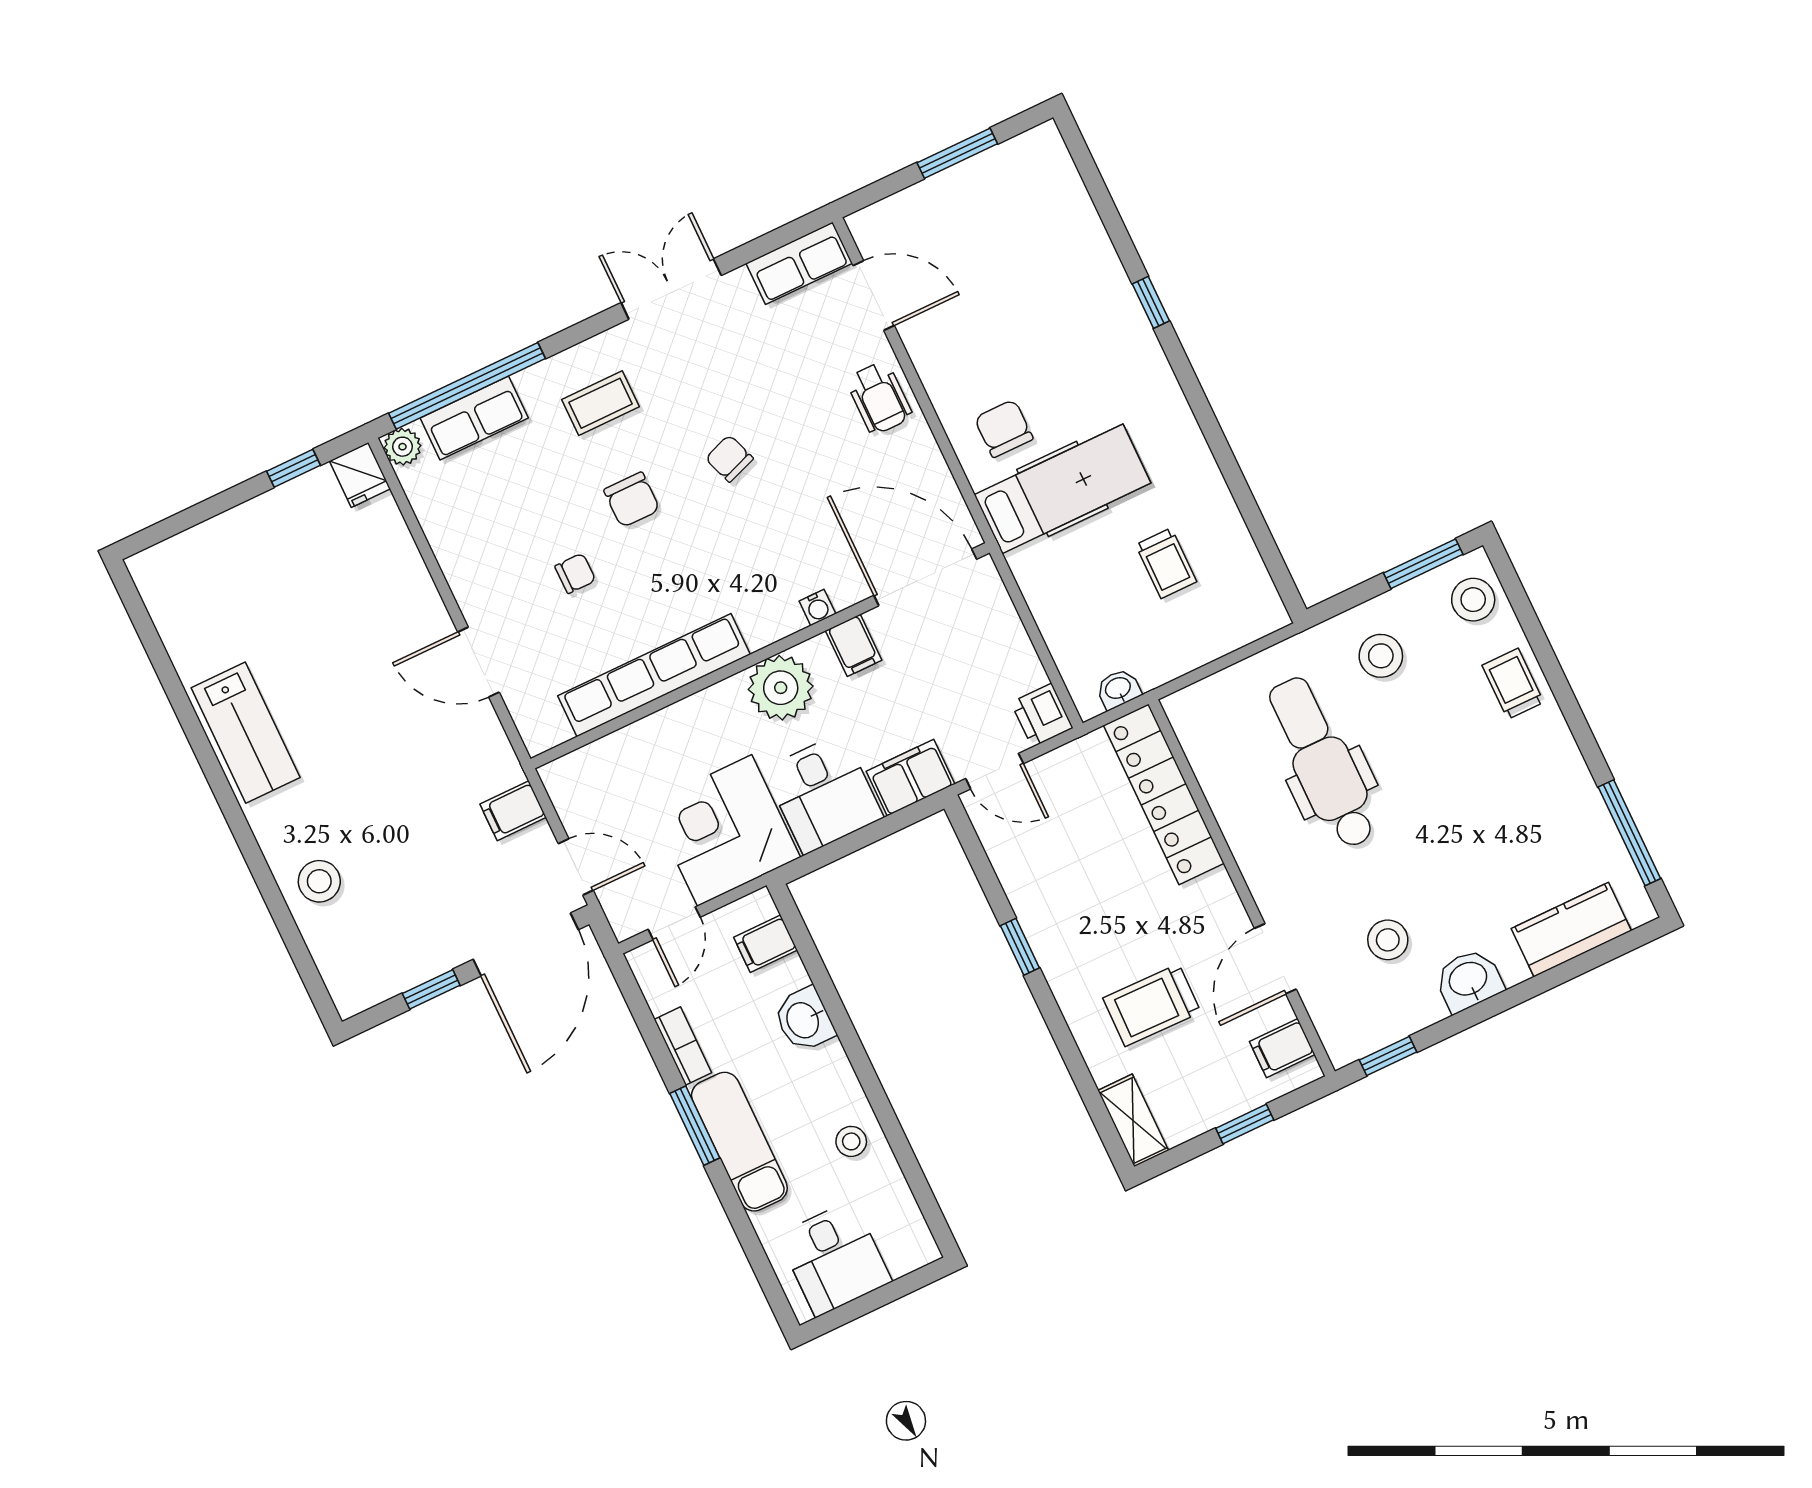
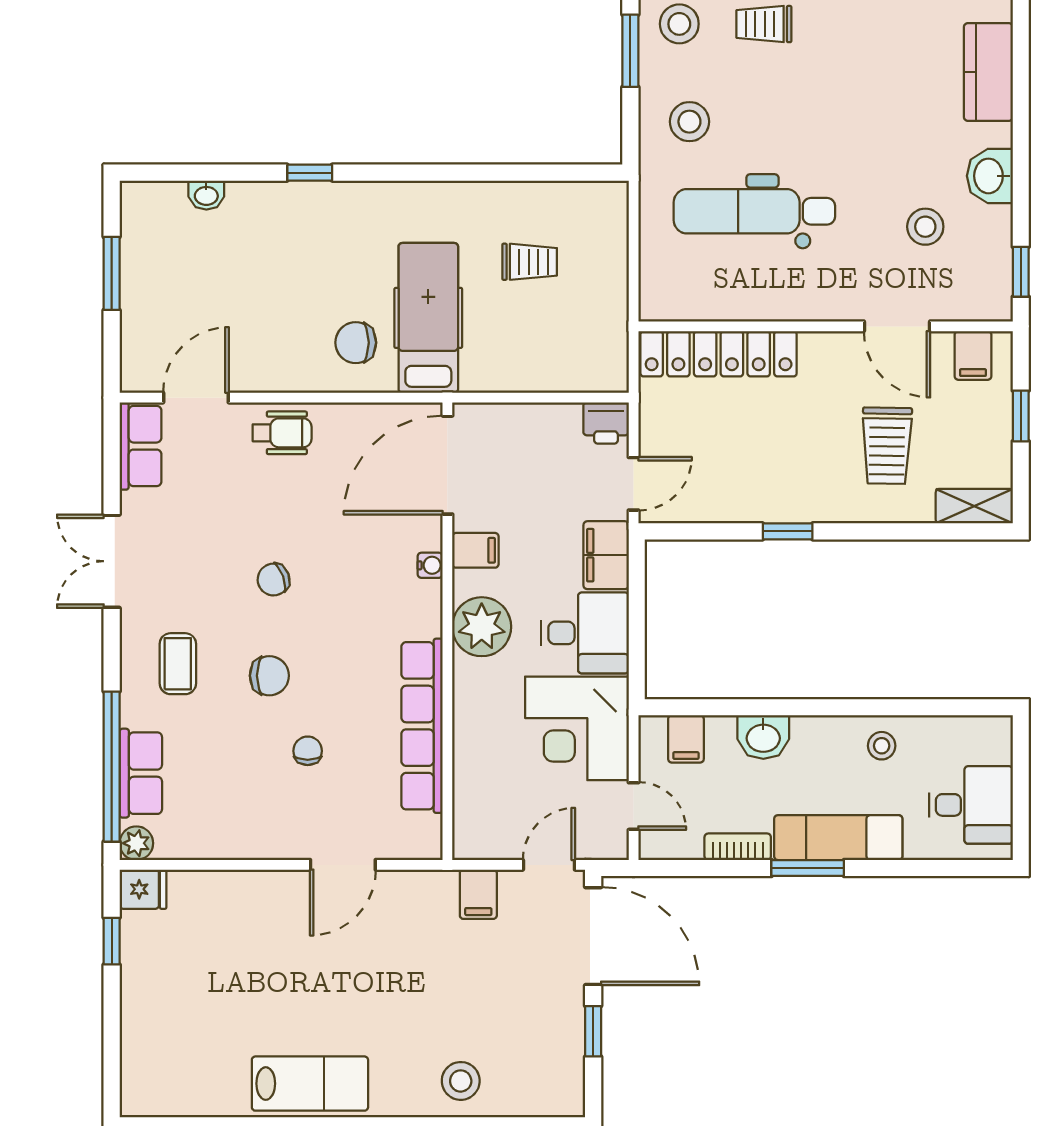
washbasin: (1118, 689) -> (206, 195), moved, turned -90

